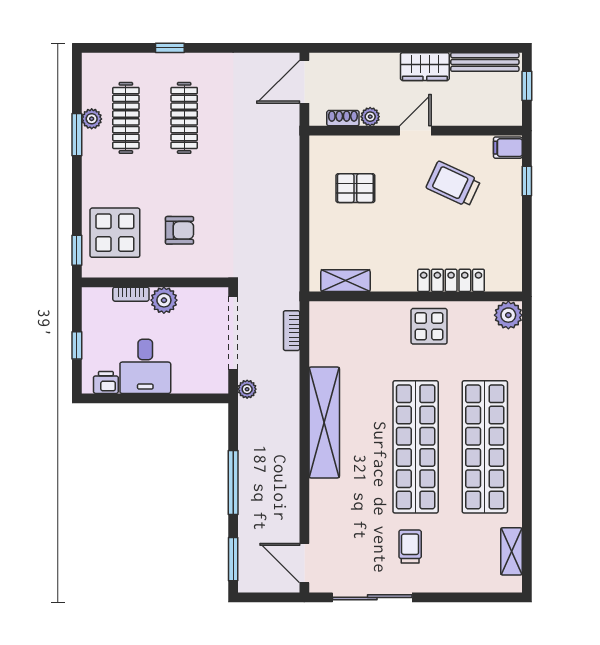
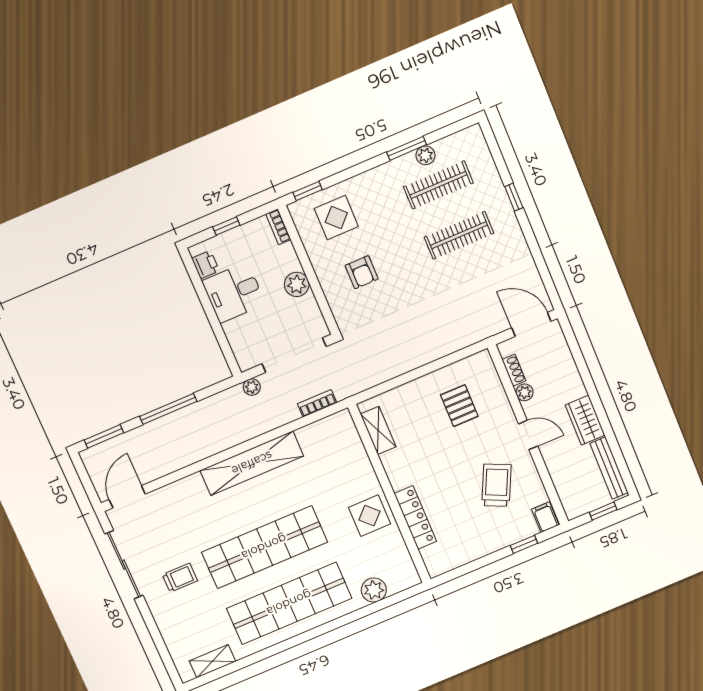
display table: (115, 233) -> (336, 218), width x0.73, depth x0.73
bookcase: (131, 294) -> (278, 227), moved
plant: (508, 315) -> (374, 590), moved

